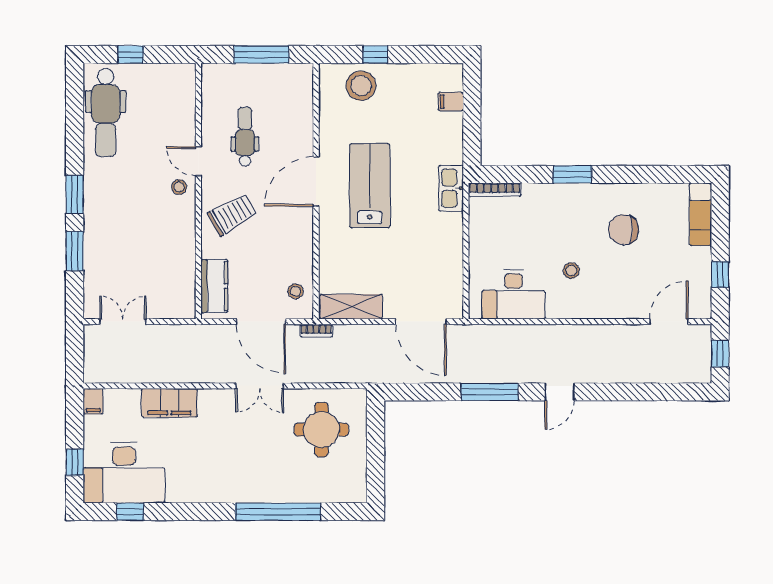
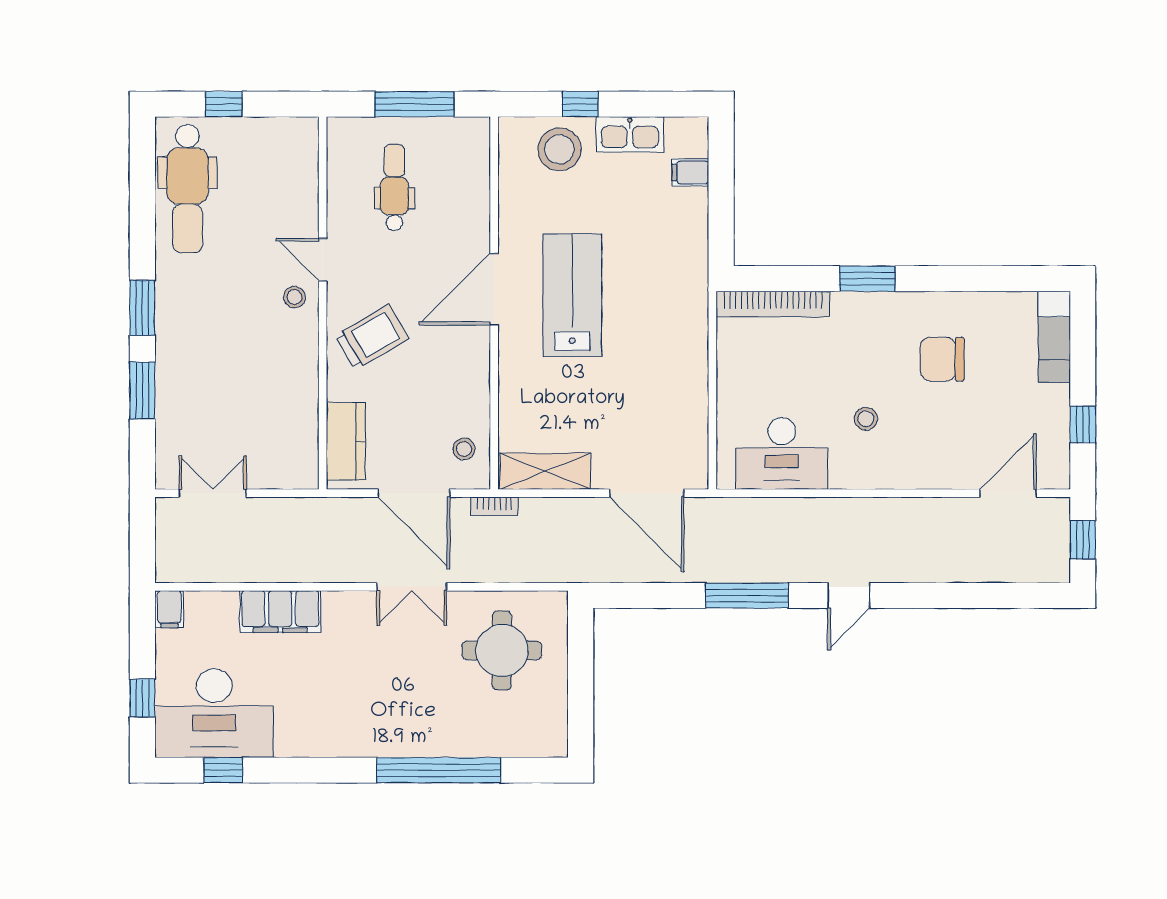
dental chair: (245, 137) -> (394, 187), moved
kitchen sink: (451, 188) -> (630, 134), moved, turned -90
bookcase: (495, 190) -> (773, 304), width x1.48, depth x1.31

